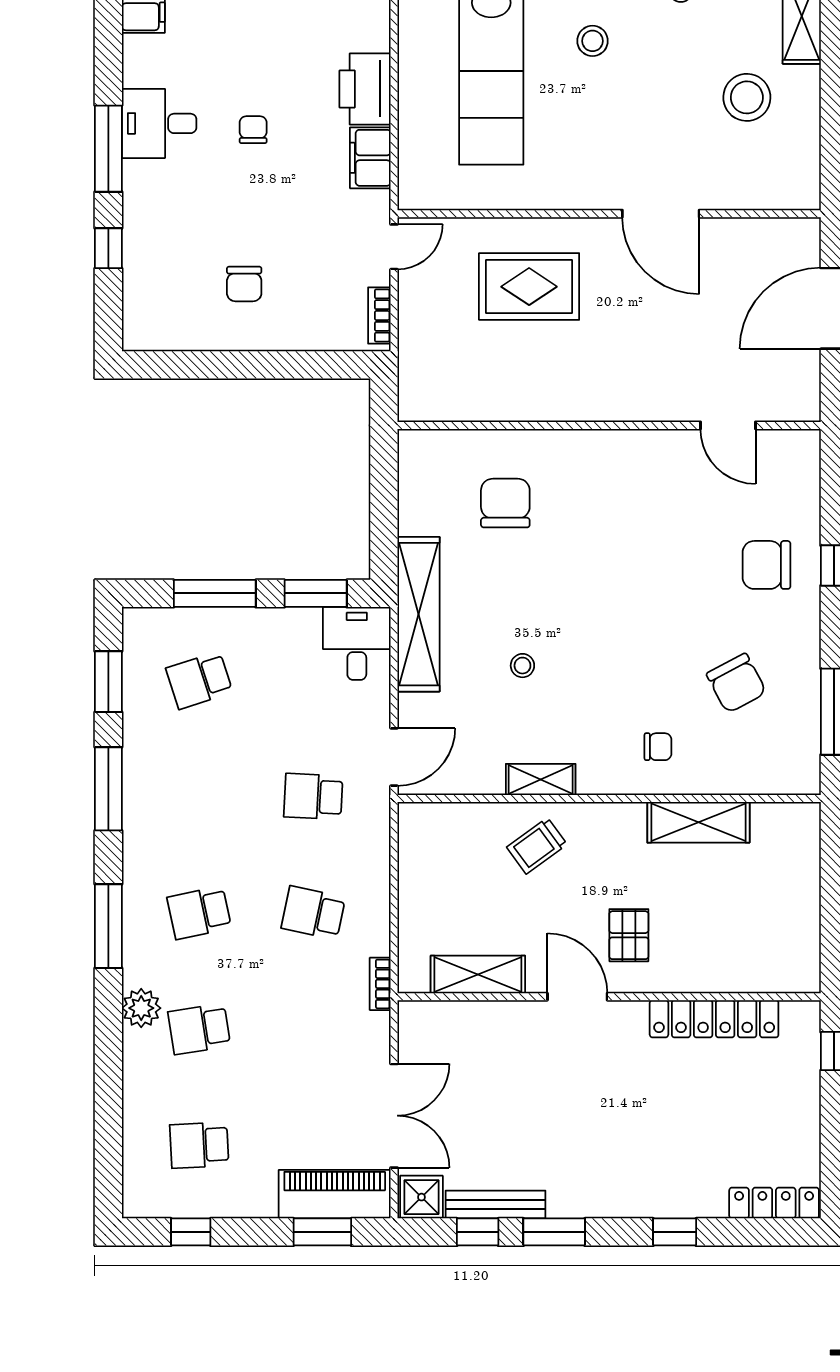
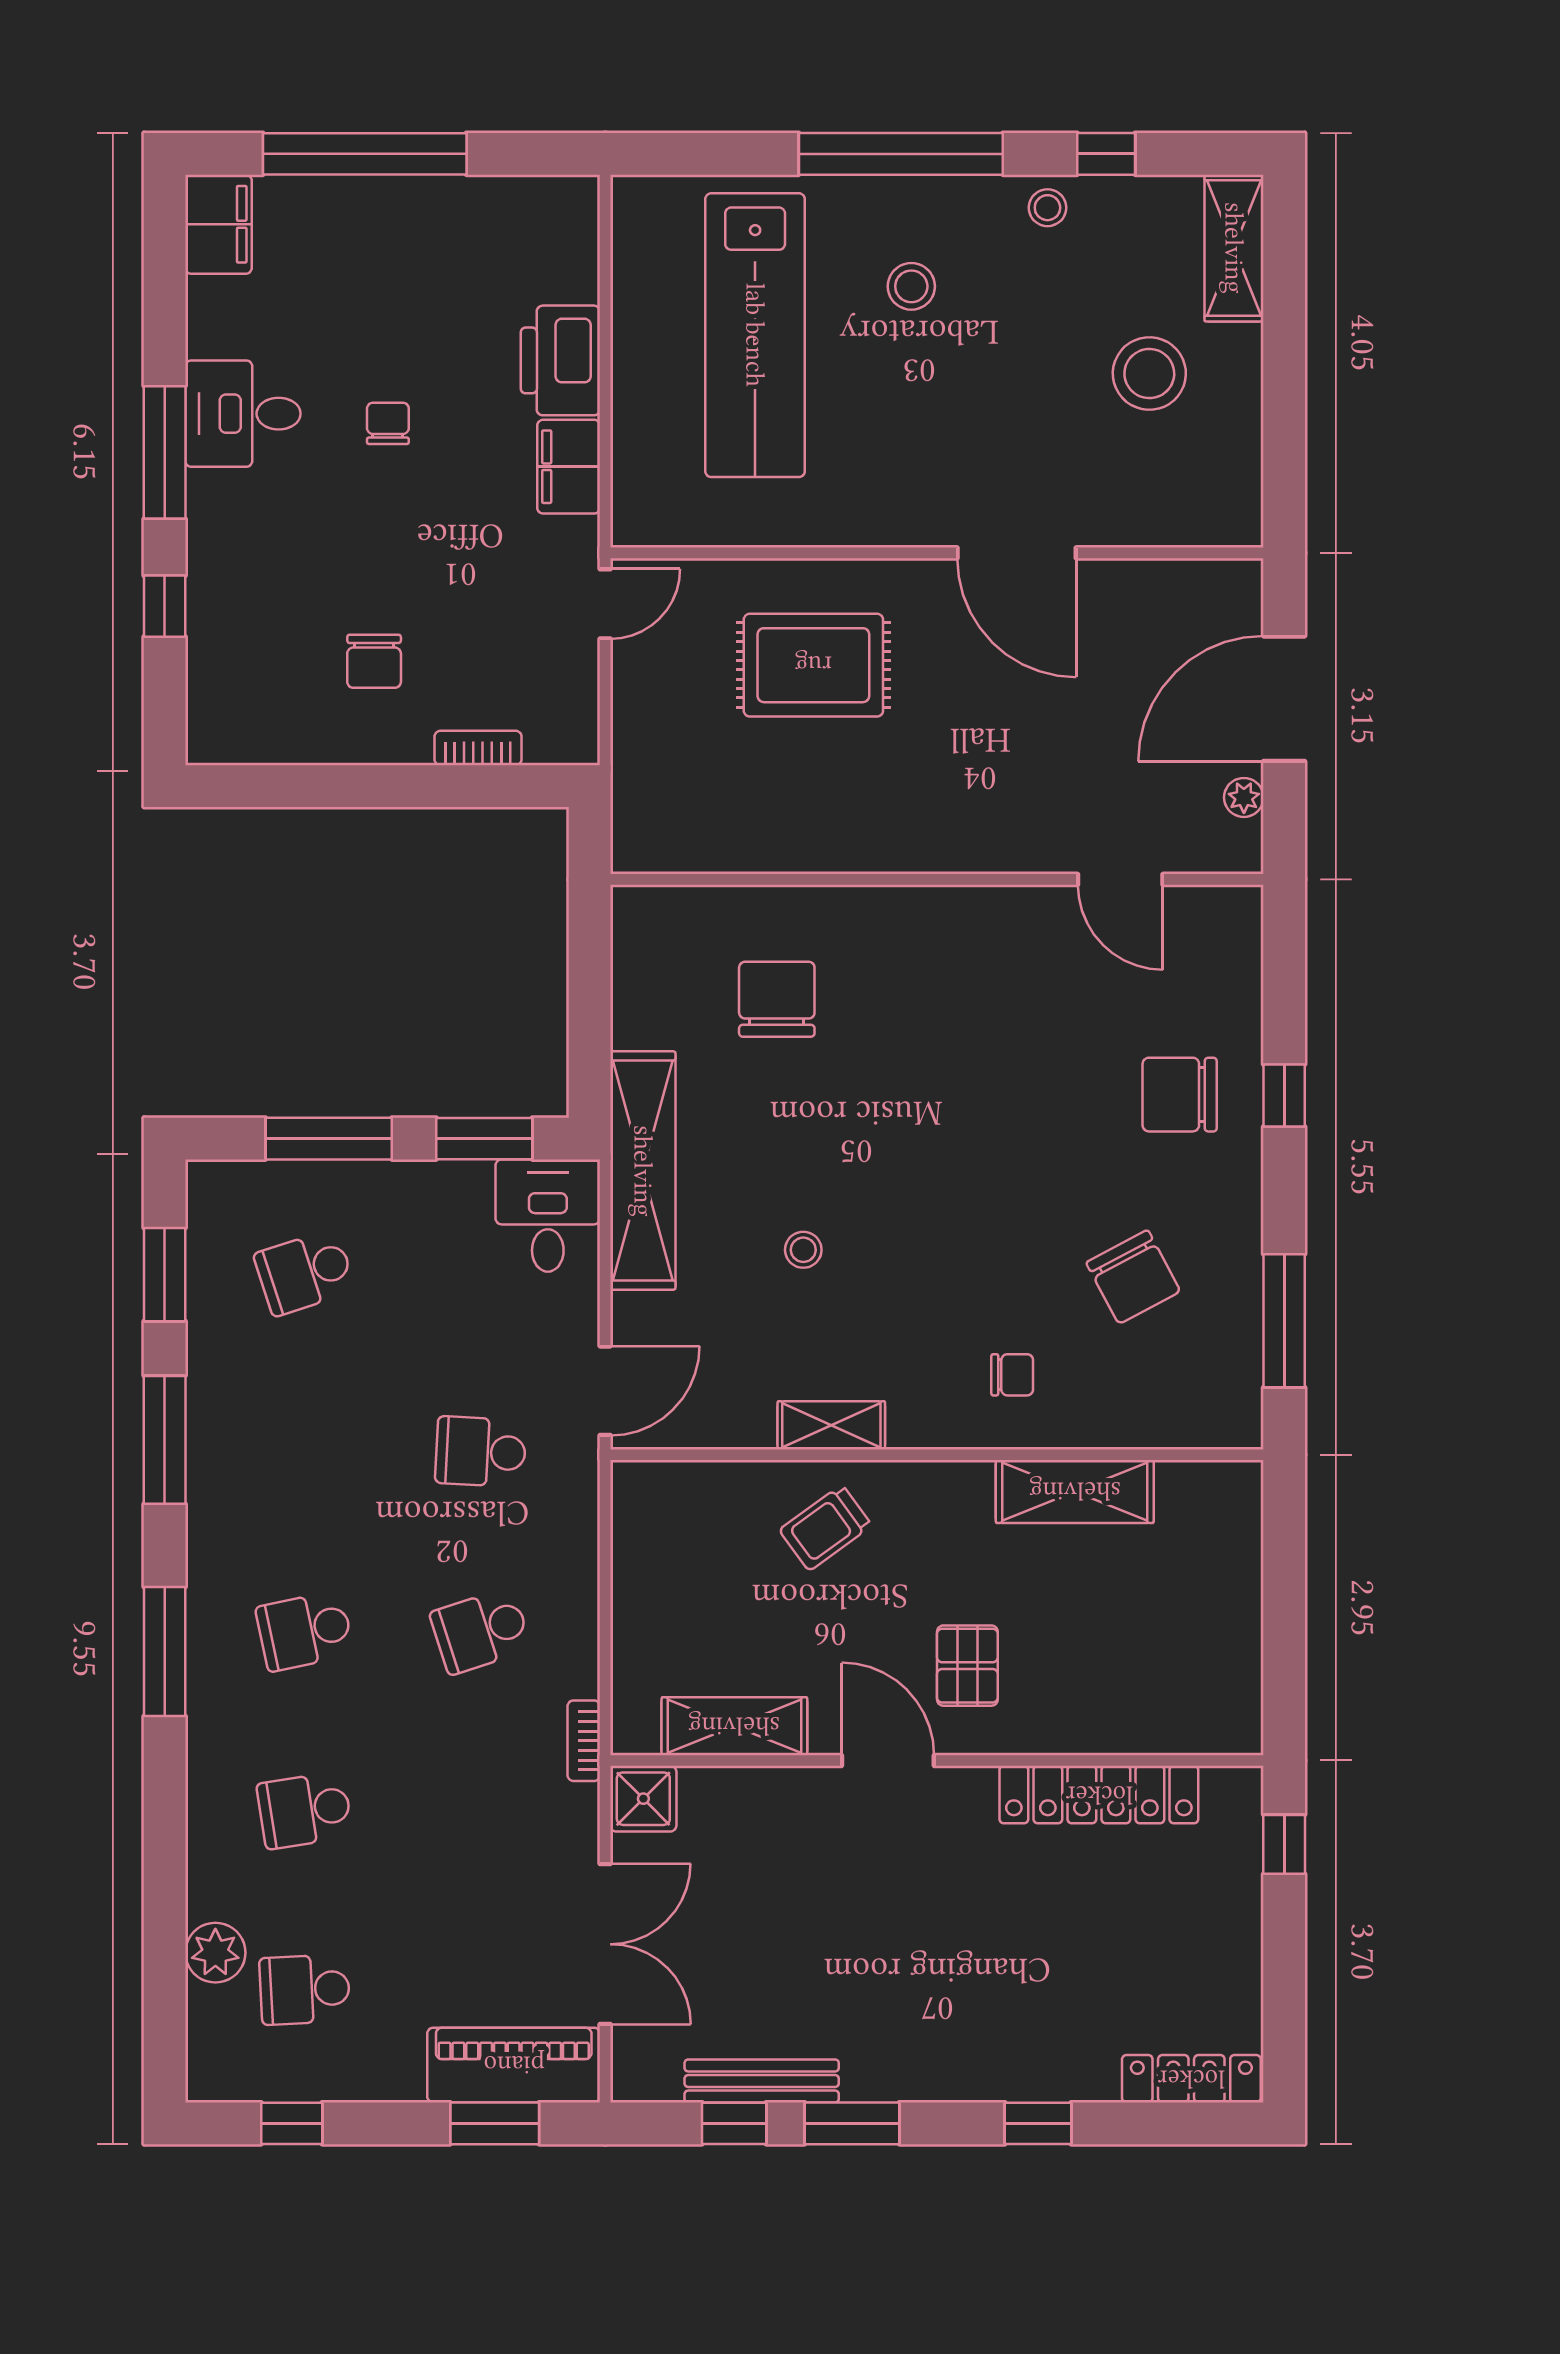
bookcase: (379, 315) -> (478, 748), moved, turned 90
plant: (808, 372) -> (1244, 797), added
school desk: (313, 913) -> (481, 1631), turned -30
plant: (141, 1008) -> (215, 1953), moved
shower: (421, 1197) -> (643, 1799), moved

